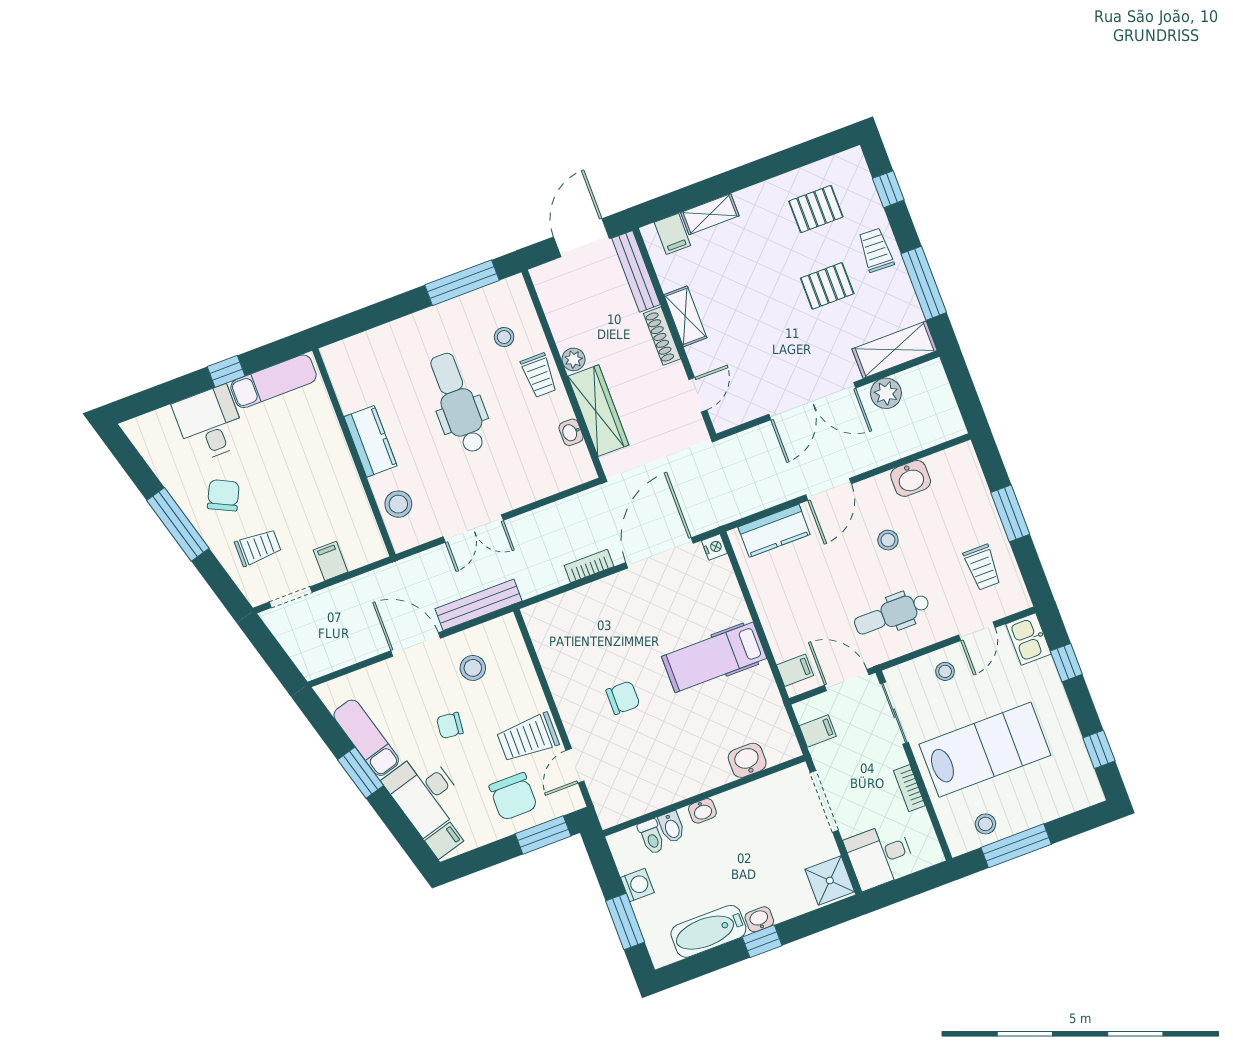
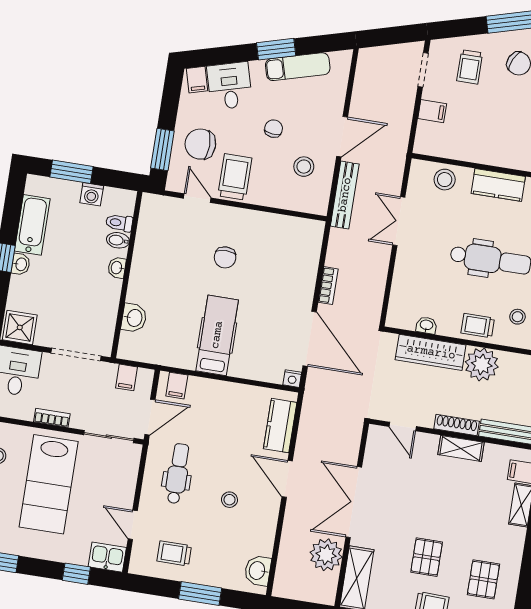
plant: (574, 359) -> (482, 364), width x1.87, depth x1.87
plant: (886, 393) -> (326, 555), width x1.36, depth x1.36
washbasin: (911, 478) -> (258, 571), moved
stool: (945, 671) -> (118, 488), removed
desk: (424, 793) -> (230, 86), width x0.73

